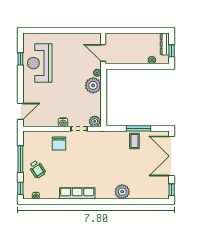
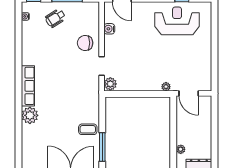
door: (103, 53) -> (189, 93), swing flipped
plant: (93, 85) -> (152, 82), removed
water cooler: (63, 122) -> (109, 29), moved
window: (139, 128) -> (102, 147), moved
row of seats: (77, 193) -> (28, 86), moved

